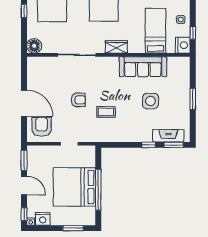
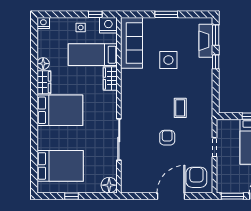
wardrobe: (116, 47) -> (110, 78), moved
sofa: (143, 67) -> (131, 43), moved
armchair: (42, 127) -> (196, 177), turned 90

